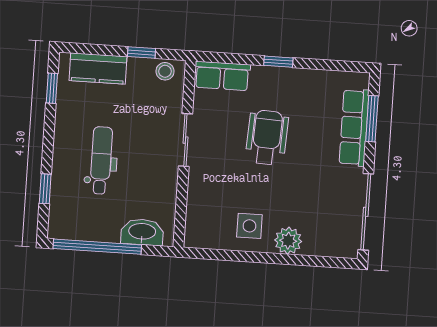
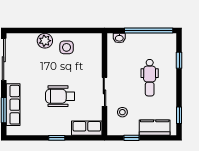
stool: (165, 71) -> (122, 112), moved
wheelchair: (267, 137) -> (60, 96), turned 87
washbasin: (142, 232) -> (119, 38), width x0.52, depth x0.69

